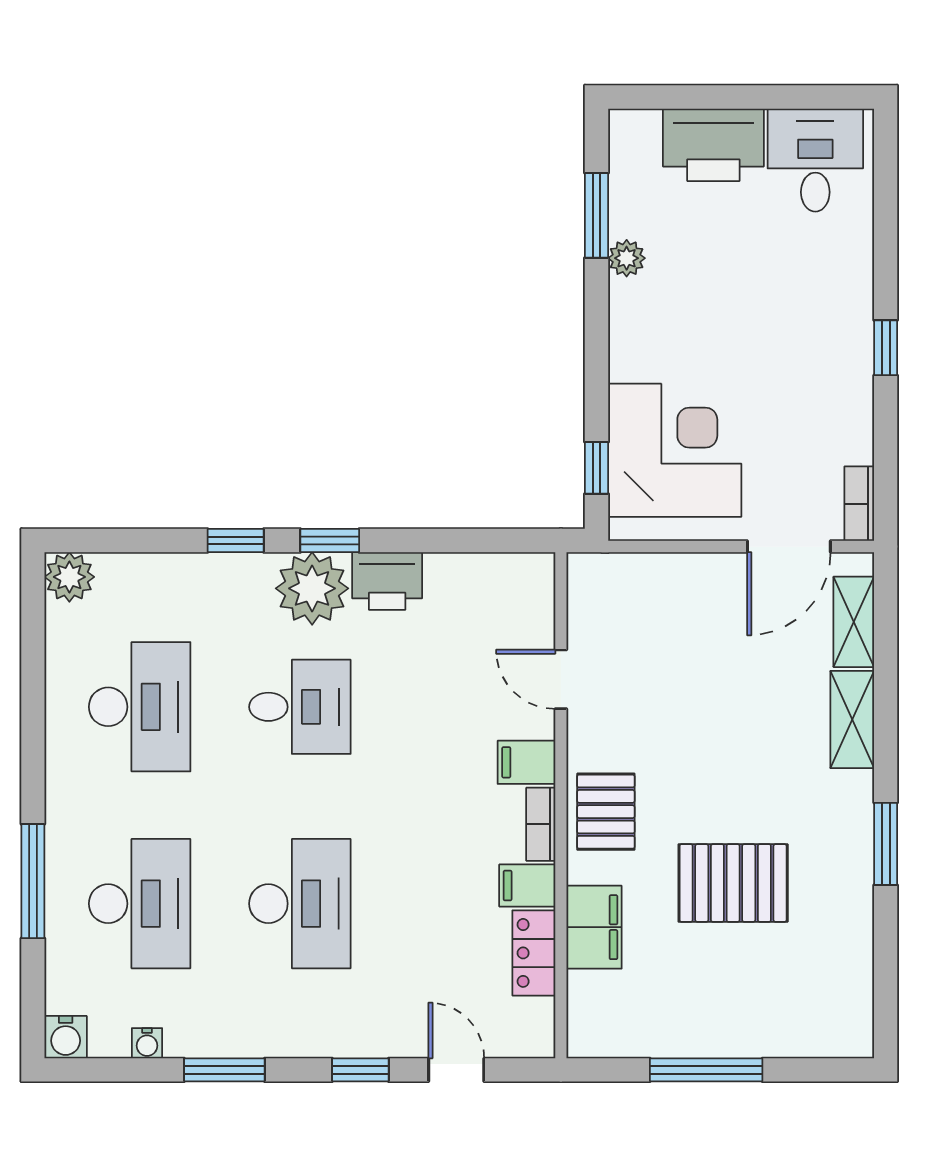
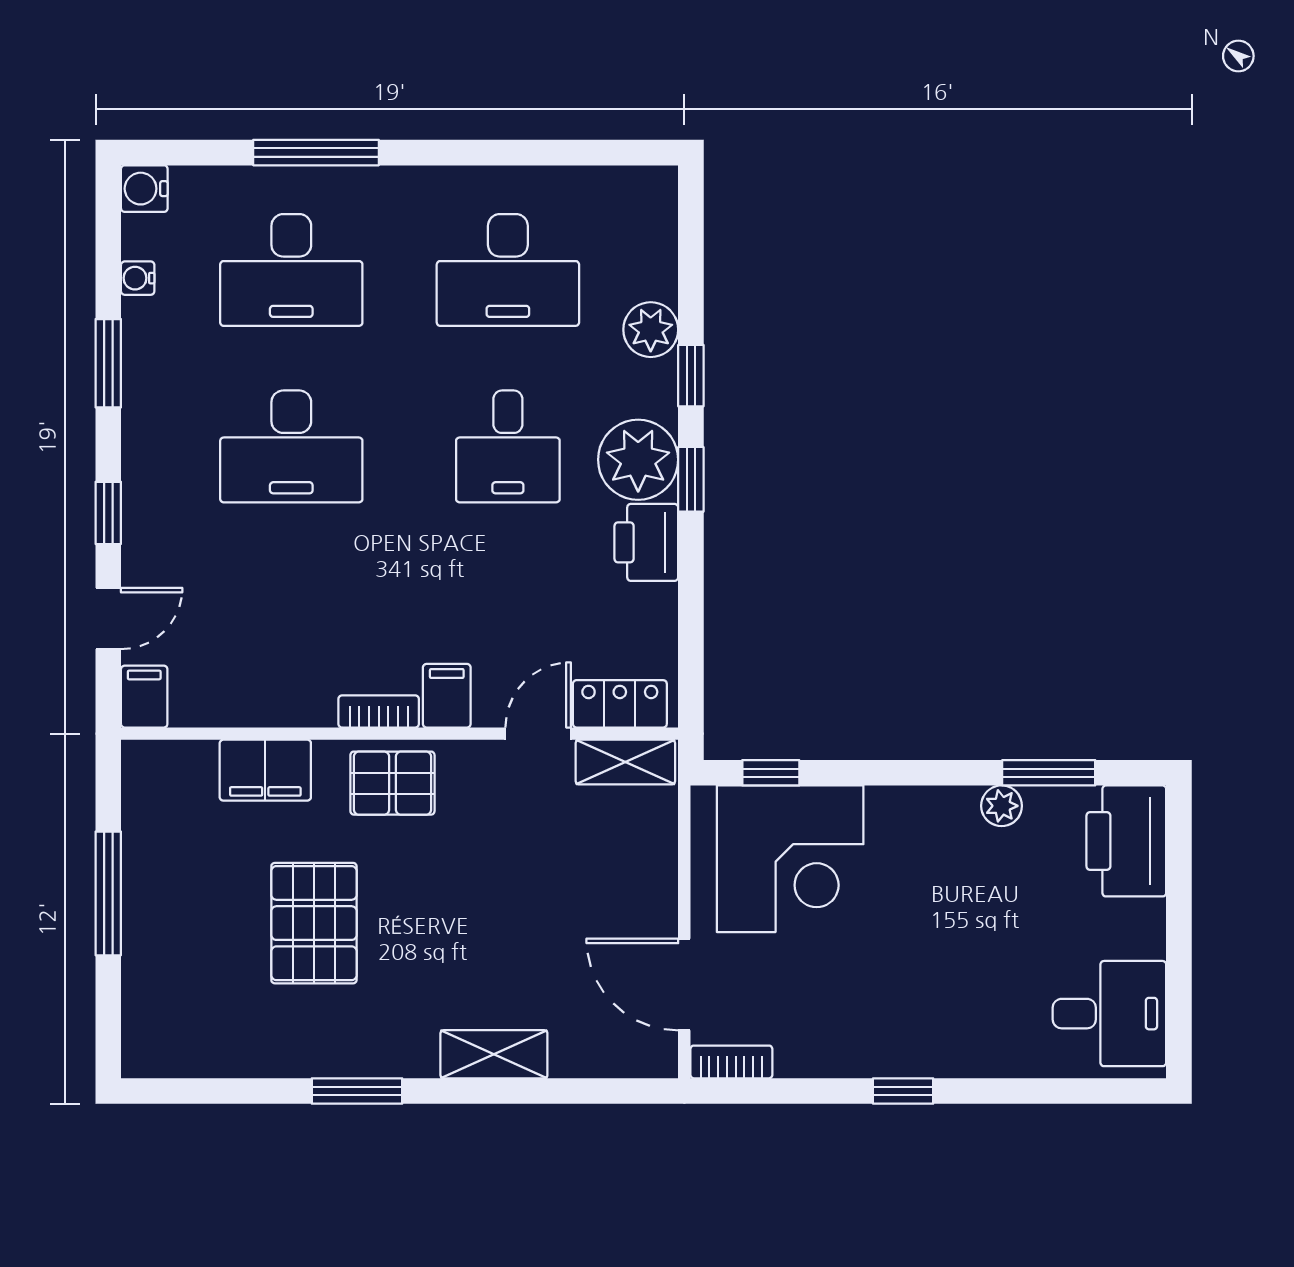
printer: (713, 145) -> (1126, 841), moved
plant: (69, 577) -> (651, 330), moved
shelving: (854, 622) -> (625, 762), moved
filing cabinet: (527, 886) -> (144, 697), moved
locker: (534, 953) -> (620, 704), moved

